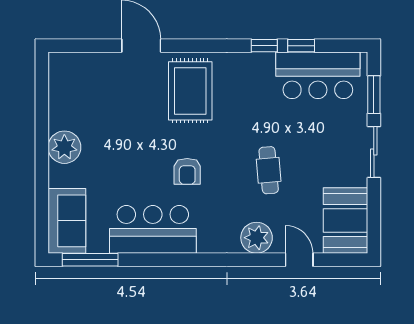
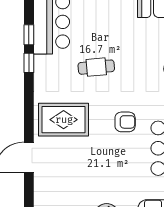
cafe table: (269, 170) -> (96, 67), moved

